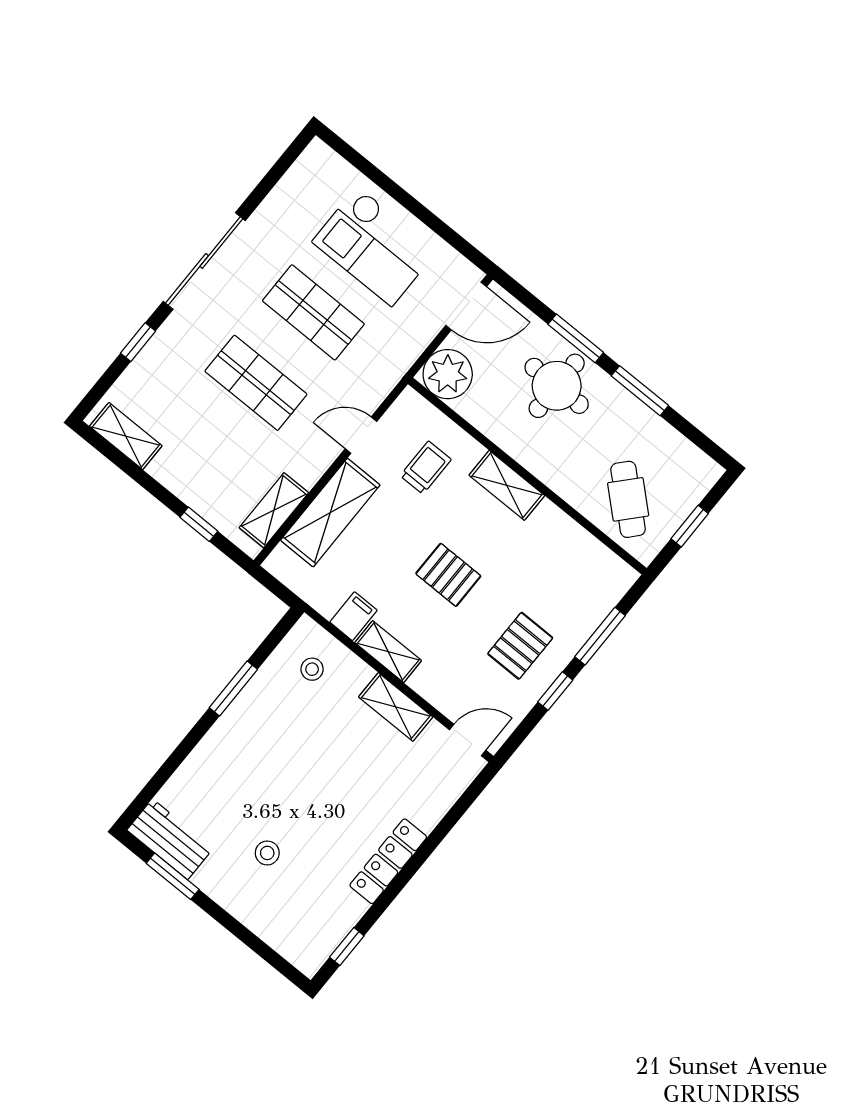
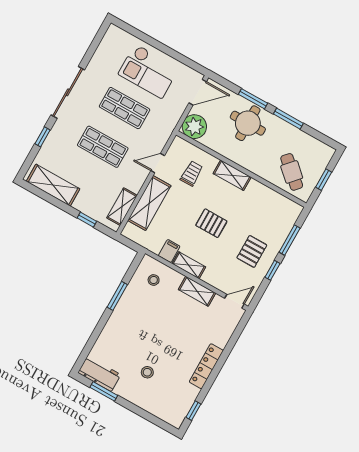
shelving: (126, 436) -> (53, 185), width x1.50, depth x1.33

